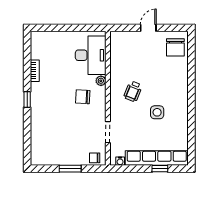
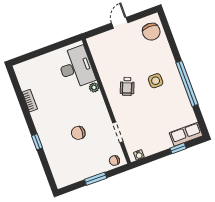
chair: (83, 97) -> (78, 133), moved
window: (27, 100) -> (37, 142), moved
window: (191, 110) -> (187, 84), added
side table: (157, 112) -> (156, 81), moved
row of seats: (157, 158) -> (186, 134), width x0.50

